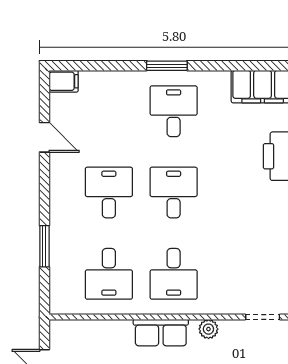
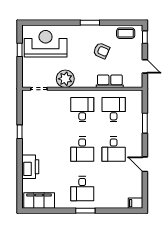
door: (44, 137) -> (145, 164), moved
plant: (208, 329) -> (65, 79), width x1.88, depth x1.88
row of seats: (161, 333) -> (110, 81), moved

